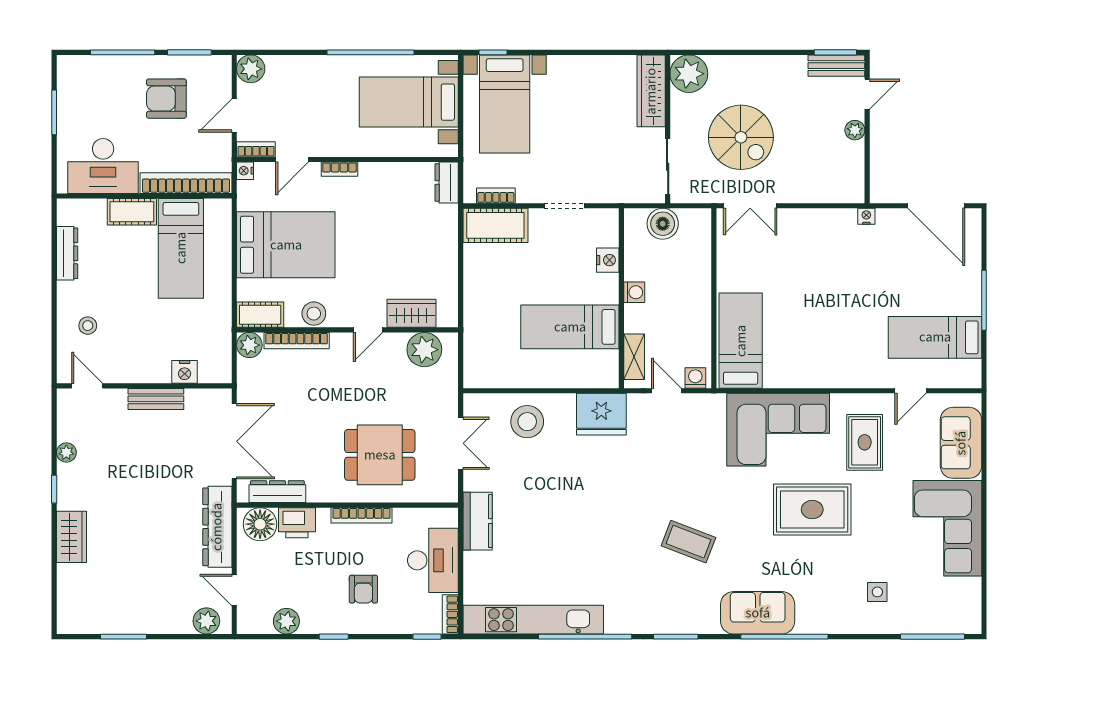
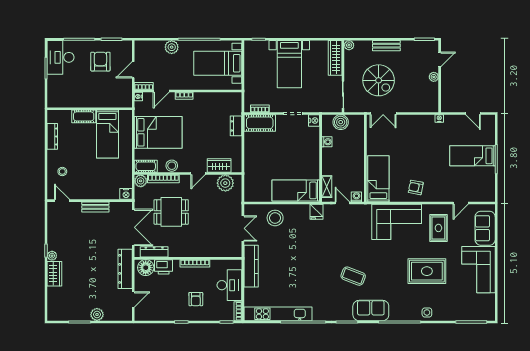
bench: (836, 66) -> (386, 46), moved
plant: (251, 69) -> (172, 47), moved
plant: (689, 74) -> (349, 45), width x0.53, depth x0.53
armchair: (166, 99) -> (100, 62), turned 90
bed with nightstands: (505, 104) -> (289, 64), moved
desk: (103, 166) -> (61, 57), moved, turned 90
dresser: (447, 182) -> (236, 126), moved
bookcase: (186, 183) -> (110, 103), removed
door: (936, 206) -> (473, 113), width x0.53
nightstand: (608, 260) -> (314, 121), moved
washing machine: (634, 292) -> (327, 142), moved
bed: (570, 327) -> (296, 190), moved
bed: (935, 337) -> (473, 156), moved
armchair: (818, 359) -> (416, 187), added
nightstand: (185, 372) -> (126, 194), moved
fridge: (601, 414) -> (317, 212), width x0.53, depth x0.75
plant: (66, 452) -> (52, 256), moved
dining table: (380, 455) -> (171, 212), moved
rug: (812, 510) -> (427, 271), moved
kitchen counter: (478, 521) -> (251, 266), width x1.50
door: (234, 590) -> (133, 299), swing flipped
side table: (877, 592) -> (427, 312), moved
sofa: (758, 613) -> (371, 311), moved
plant: (206, 621) -> (97, 314), moved
plant: (286, 621) -> (159, 315), removed

